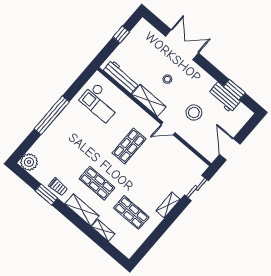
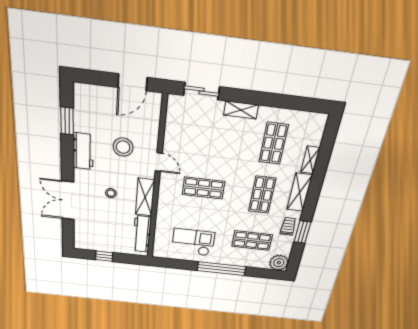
workbench: (224, 97) -> (83, 151), moved
checkout: (100, 102) -> (193, 242), moved, turned -90
shop shelf: (63, 154) -> (252, 241), added

